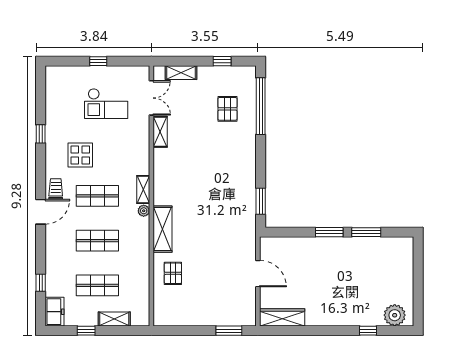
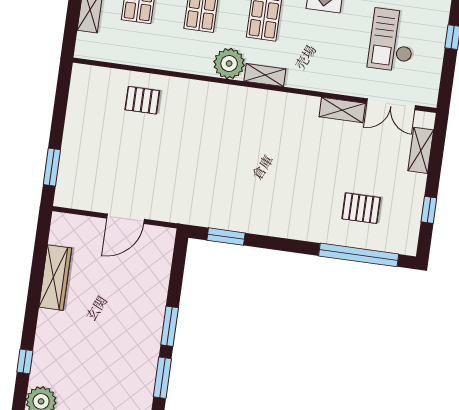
plant: (144, 211) -> (229, 64), width x1.88, depth x1.88
shelving: (162, 229) -> (206, 94), removed
wardrobe: (282, 317) -> (55, 278), moved

